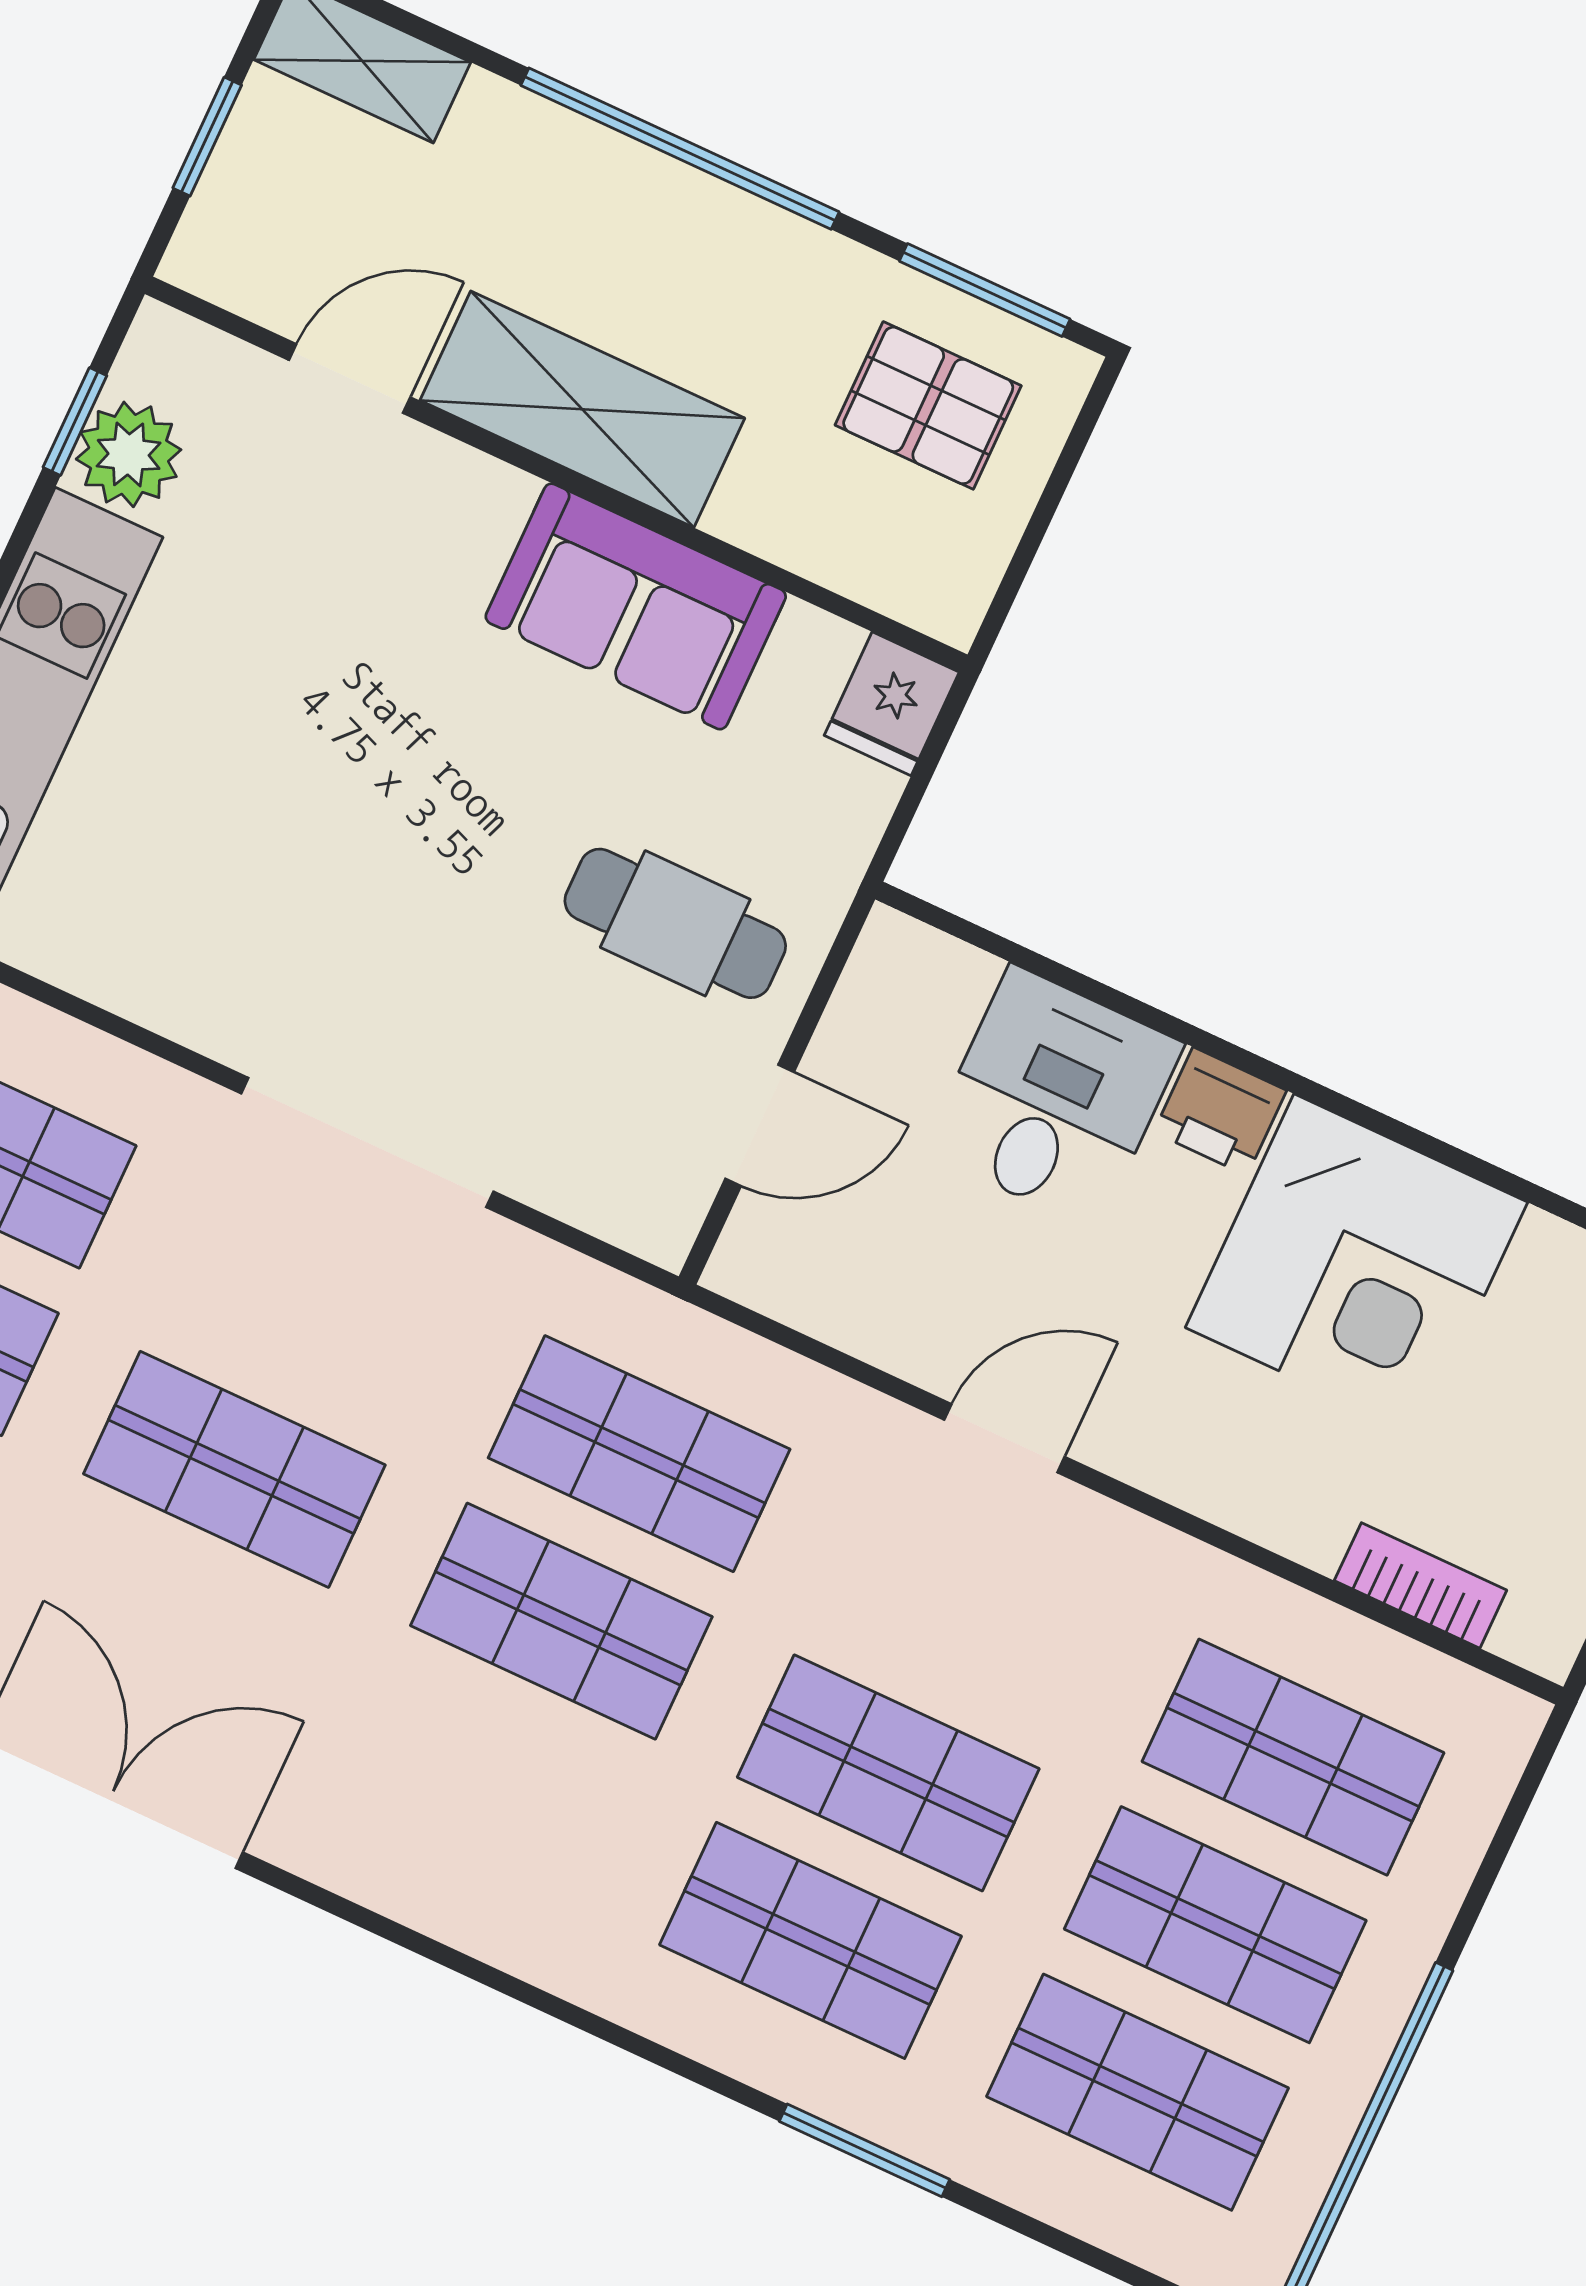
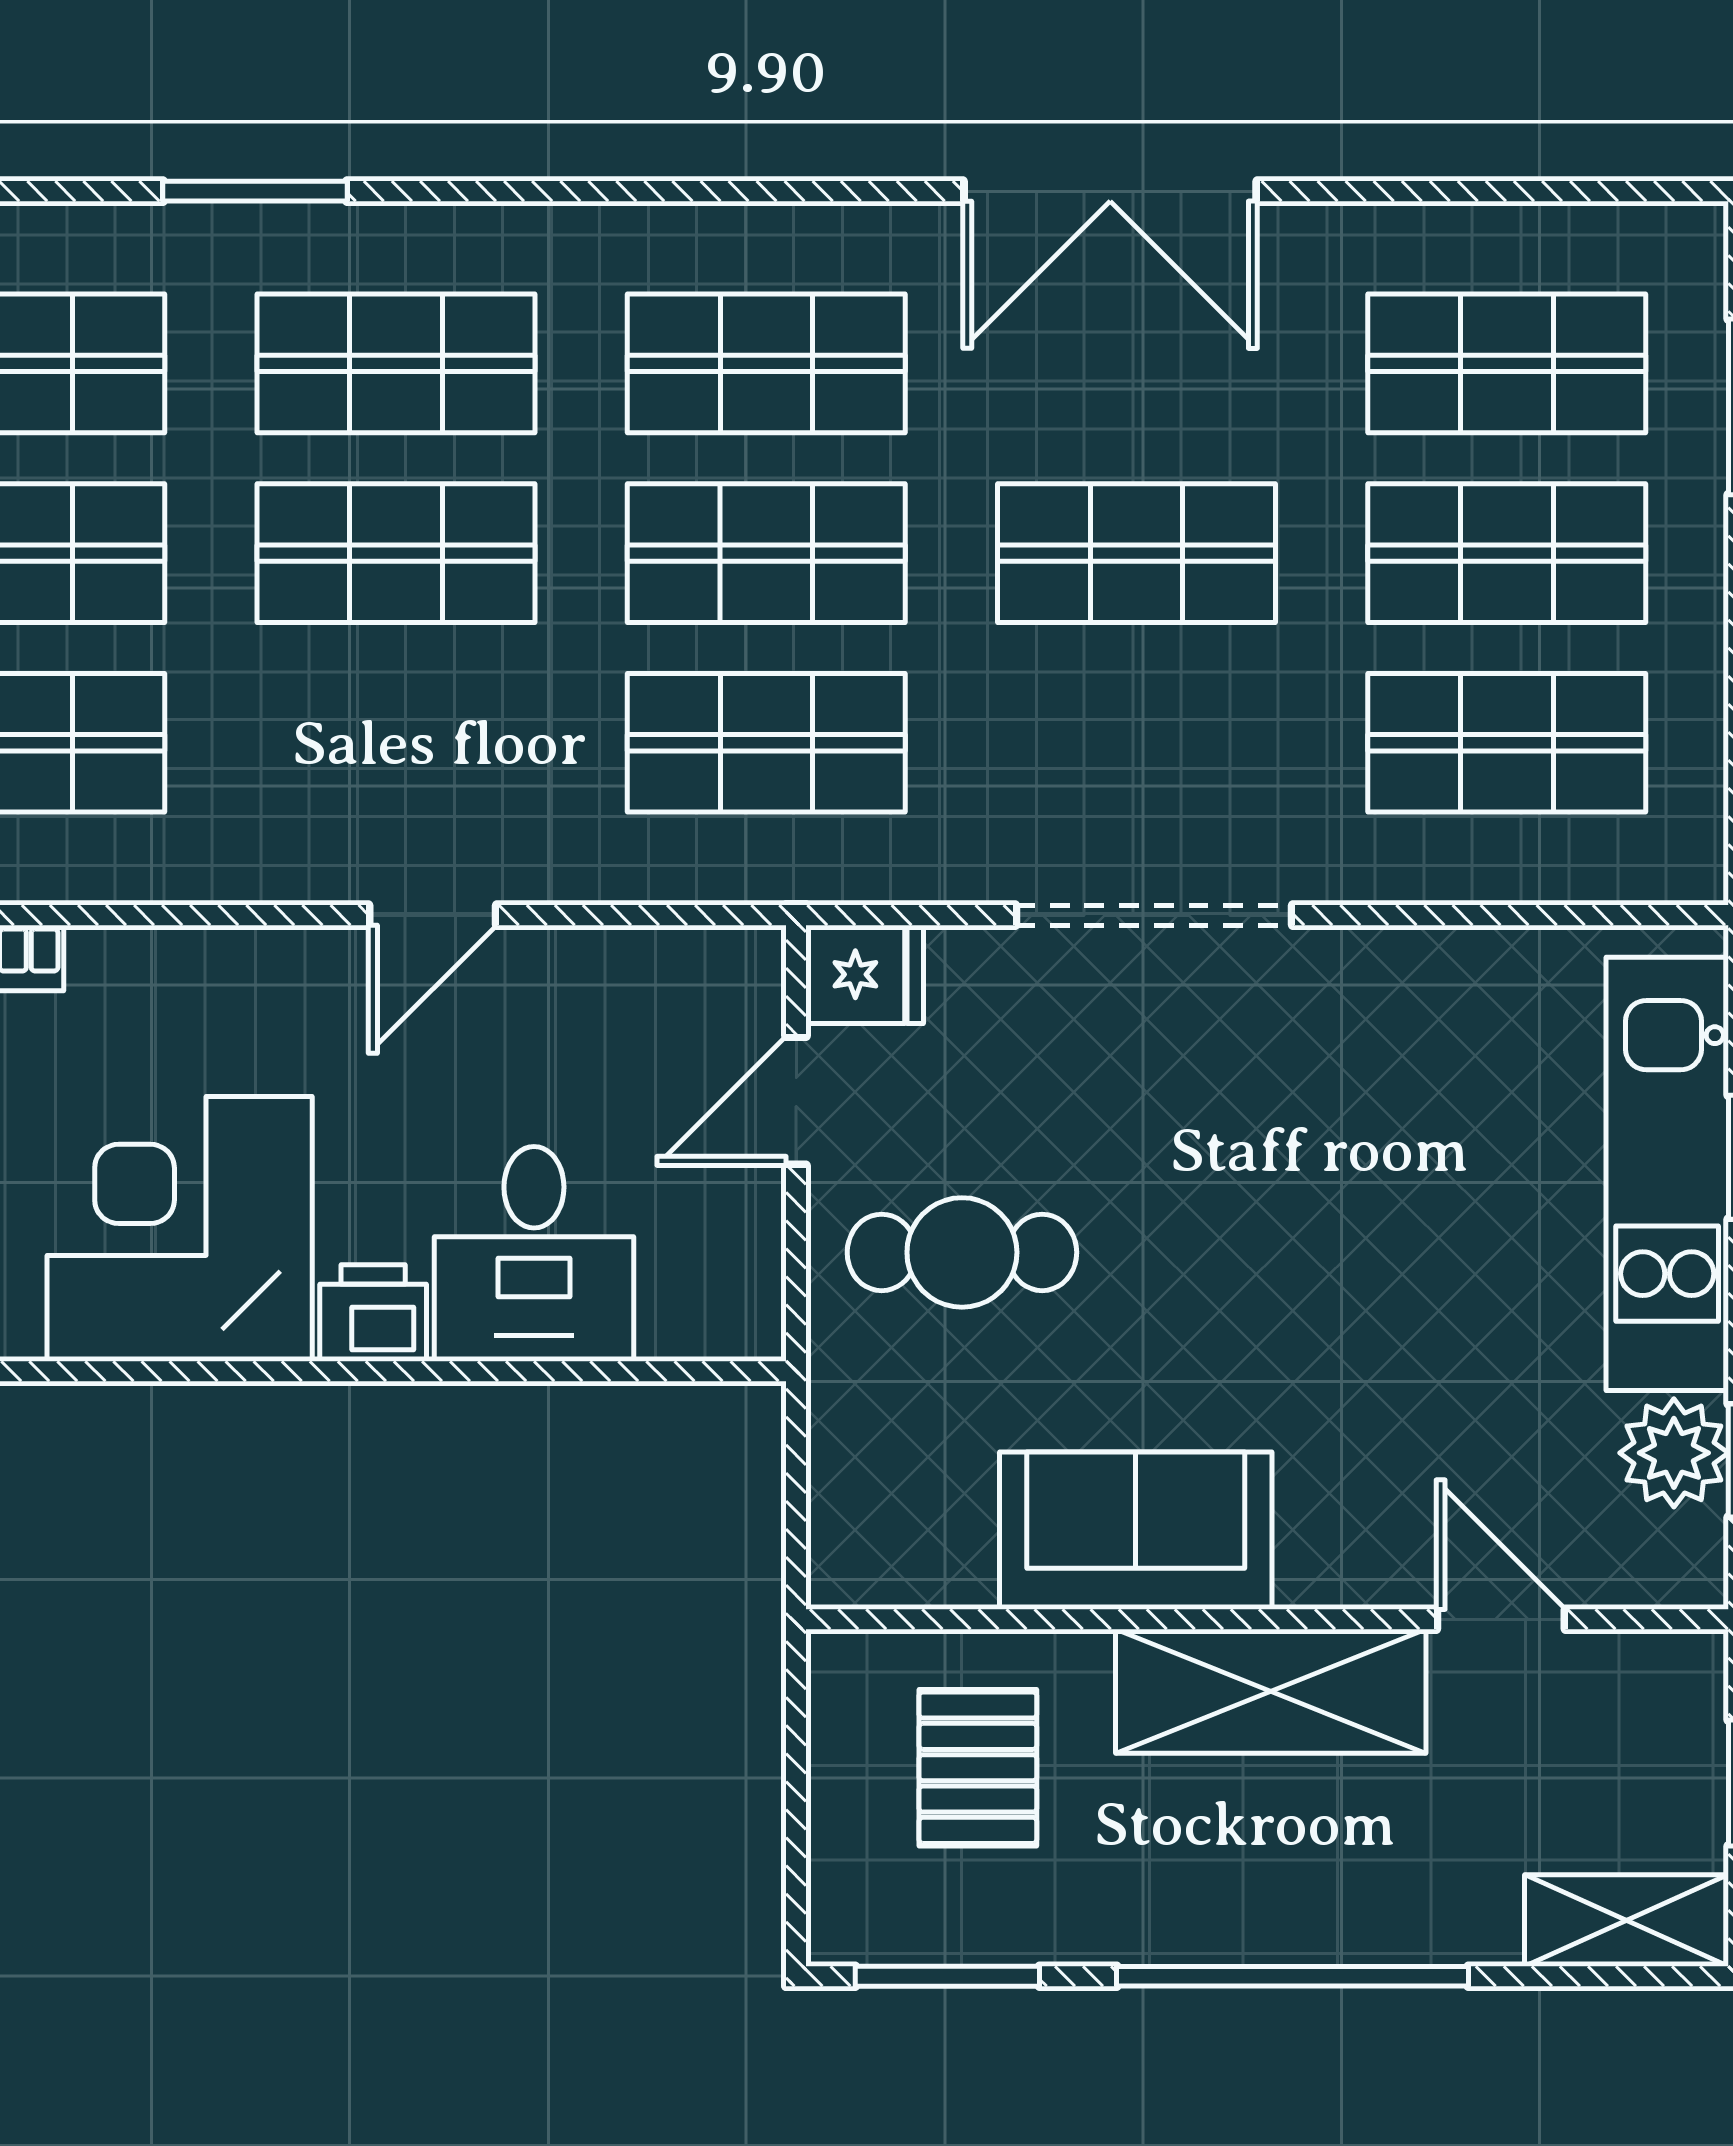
door: (350, 379) -> (1501, 1619), swing flipped
pallet: (928, 405) -> (978, 1768), moved, turned 90
fridge: (892, 704) -> (865, 974), moved, turned 90
shop shelf: (484, 1789) -> (766, 363), added

